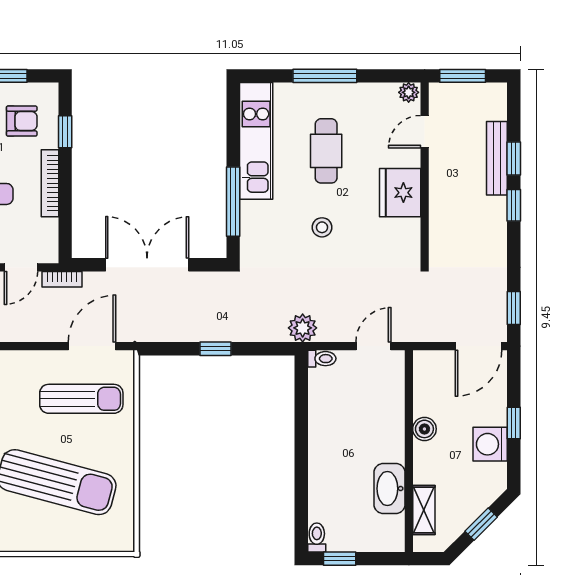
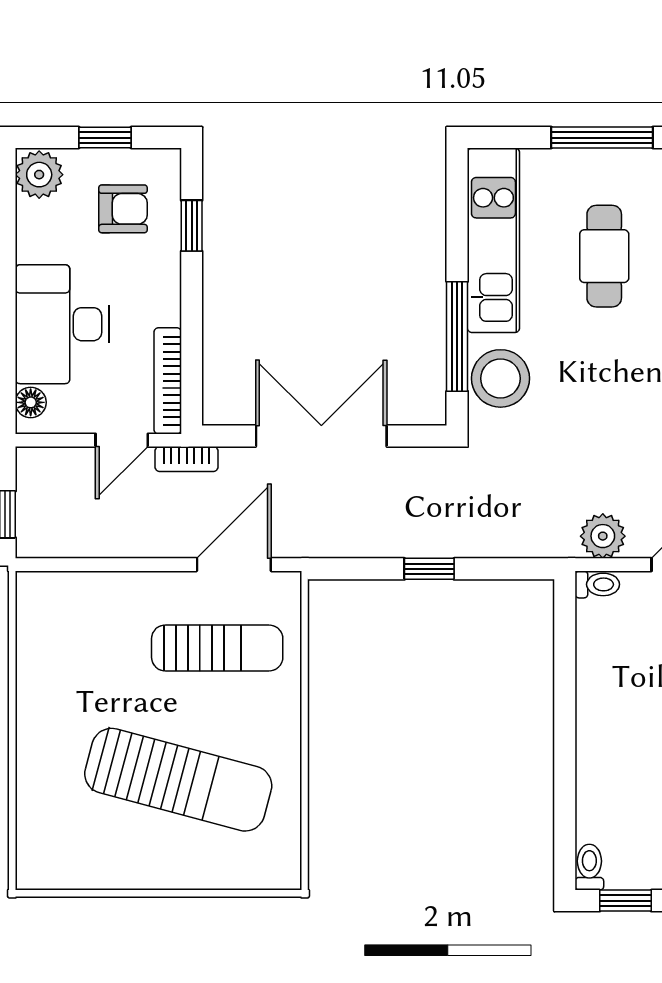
bookcase: (50, 183) -> (168, 381), moved
stool: (322, 227) -> (500, 378), moved, width x1.89, depth x1.89
plant: (303, 328) -> (603, 536), moved

